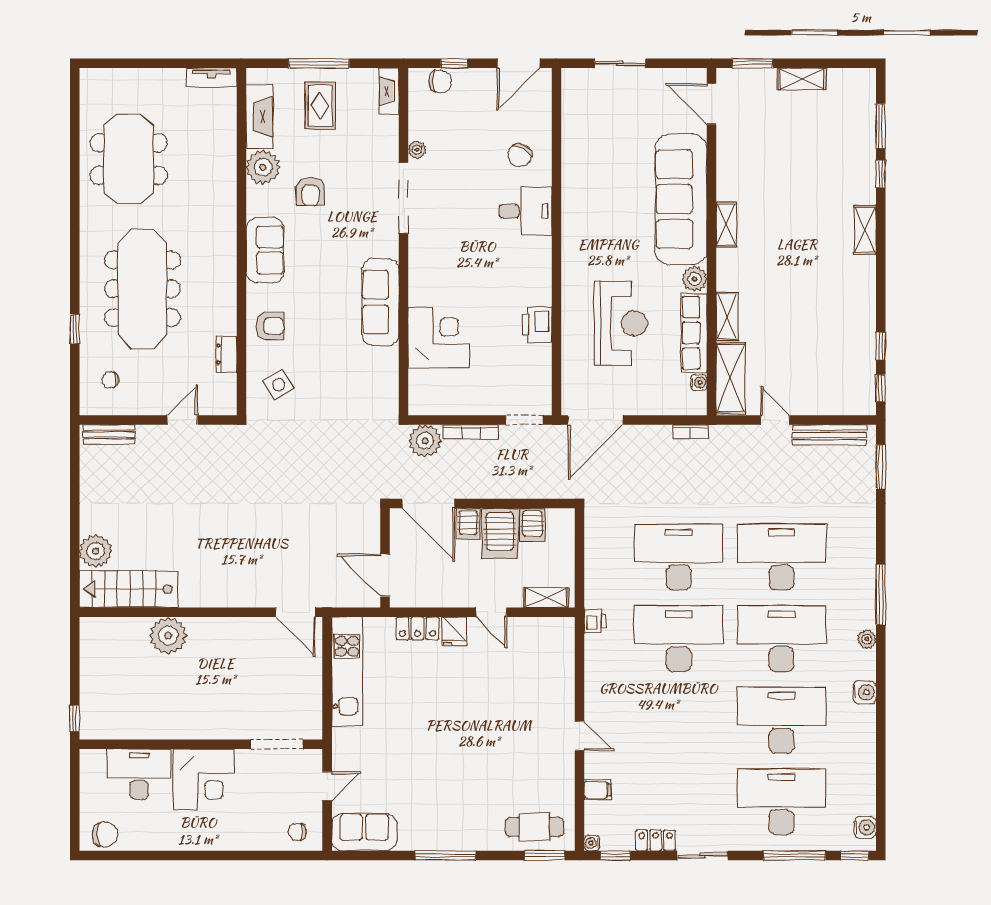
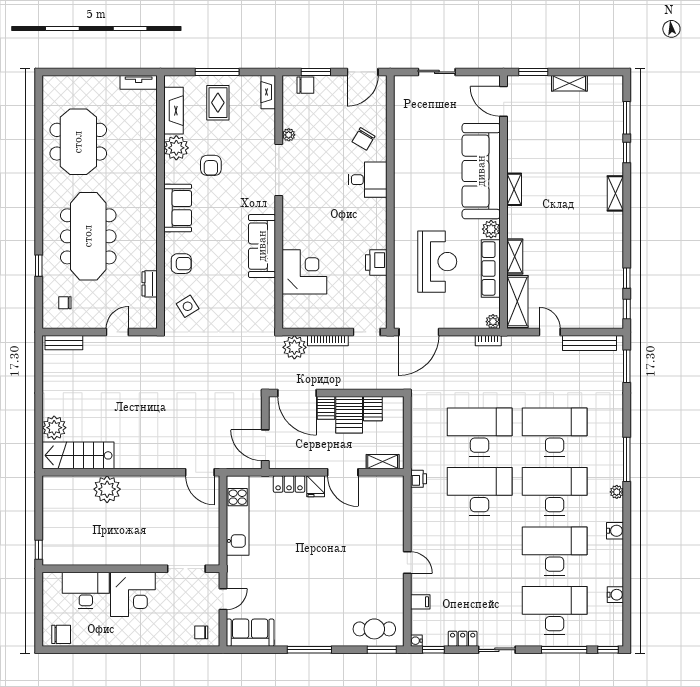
window: (454, 63) -> (316, 72), width x1.50
water cooler: (699, 382) -> (494, 305), removed
plant: (697, 406) -> (493, 322), added
door: (491, 612) -> (343, 472), width x1.38
water cooler: (865, 827) -> (615, 595), moved

